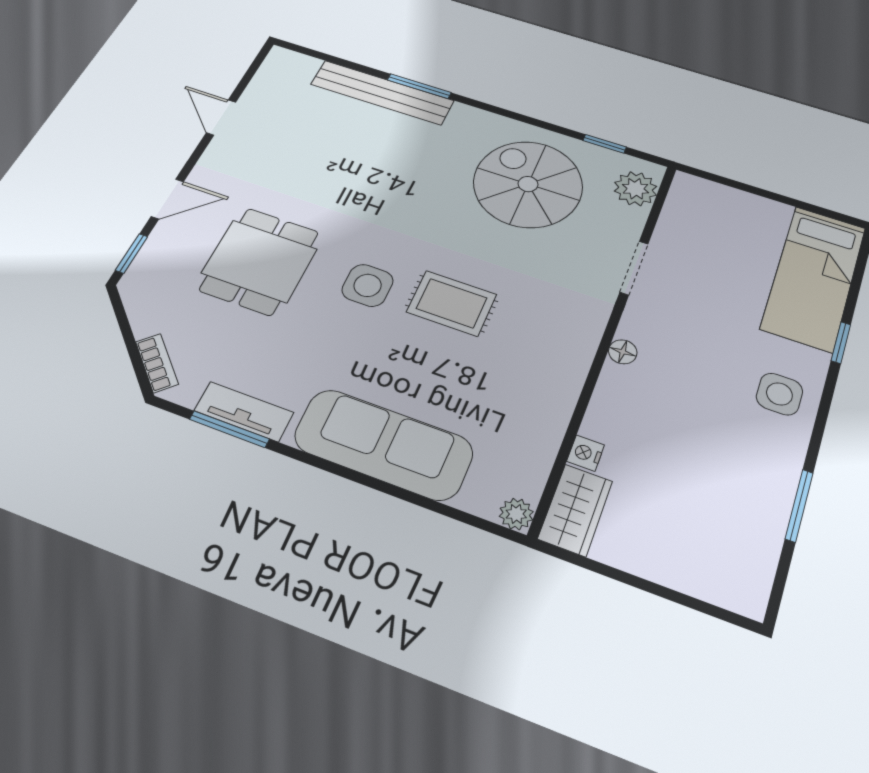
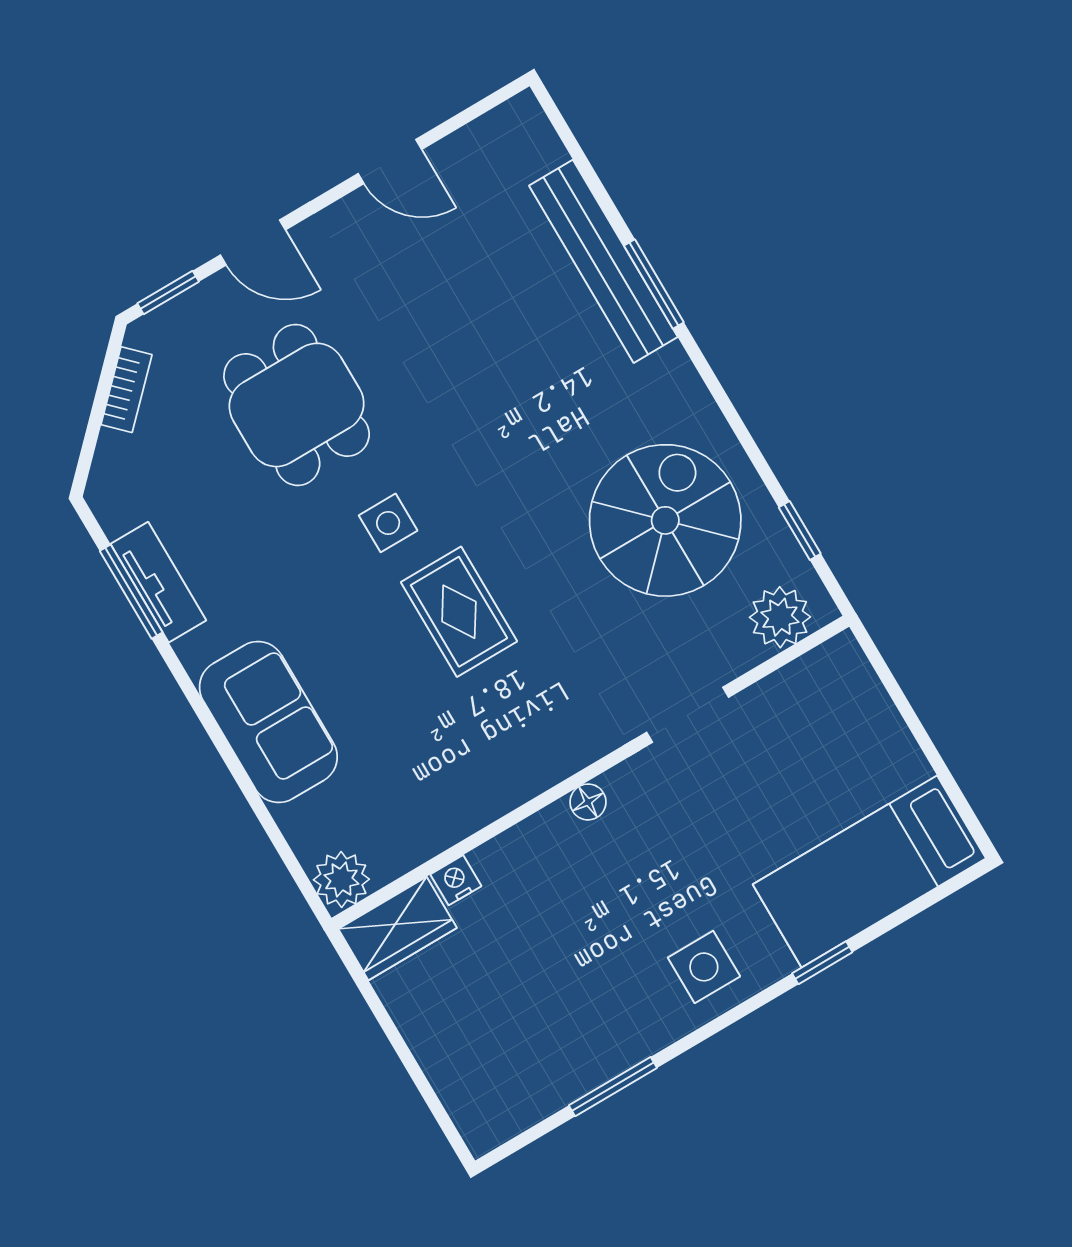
door: (221, 117) -> (390, 161), swing flipped
dining table: (259, 261) -> (297, 405), turned 90
side table: (368, 285) -> (388, 523), width x0.73, depth x0.73
bookcase: (157, 363) -> (127, 390), moved
sofa: (384, 444) -> (268, 722), width x0.73
plant: (516, 514) -> (341, 879), width x1.38, depth x1.38

